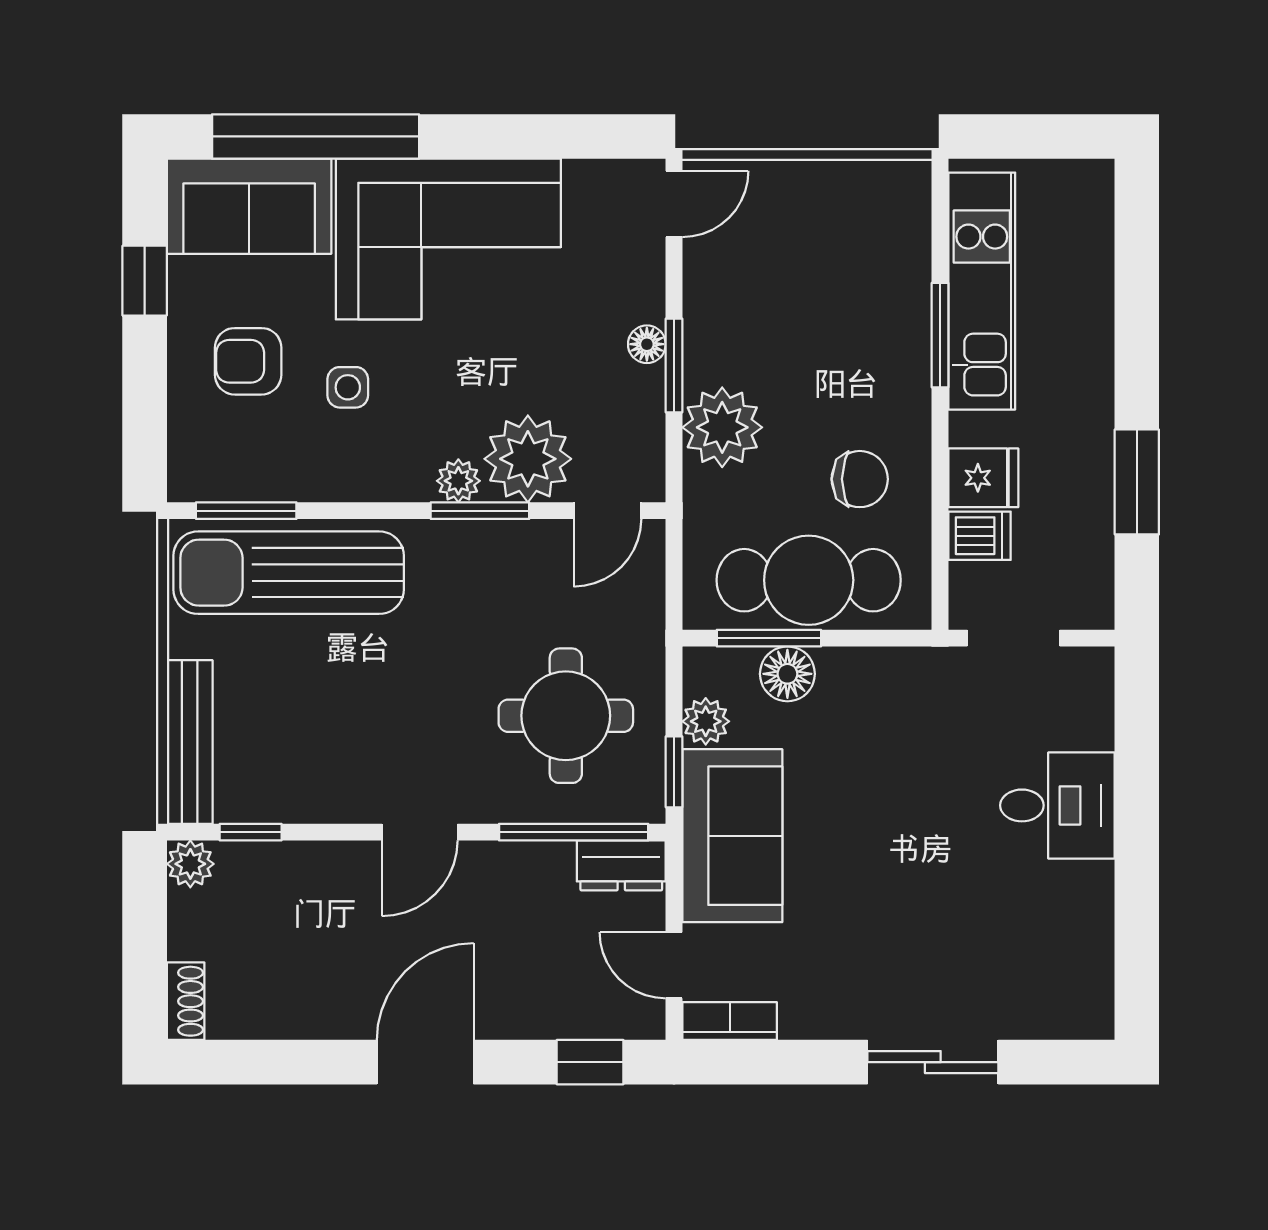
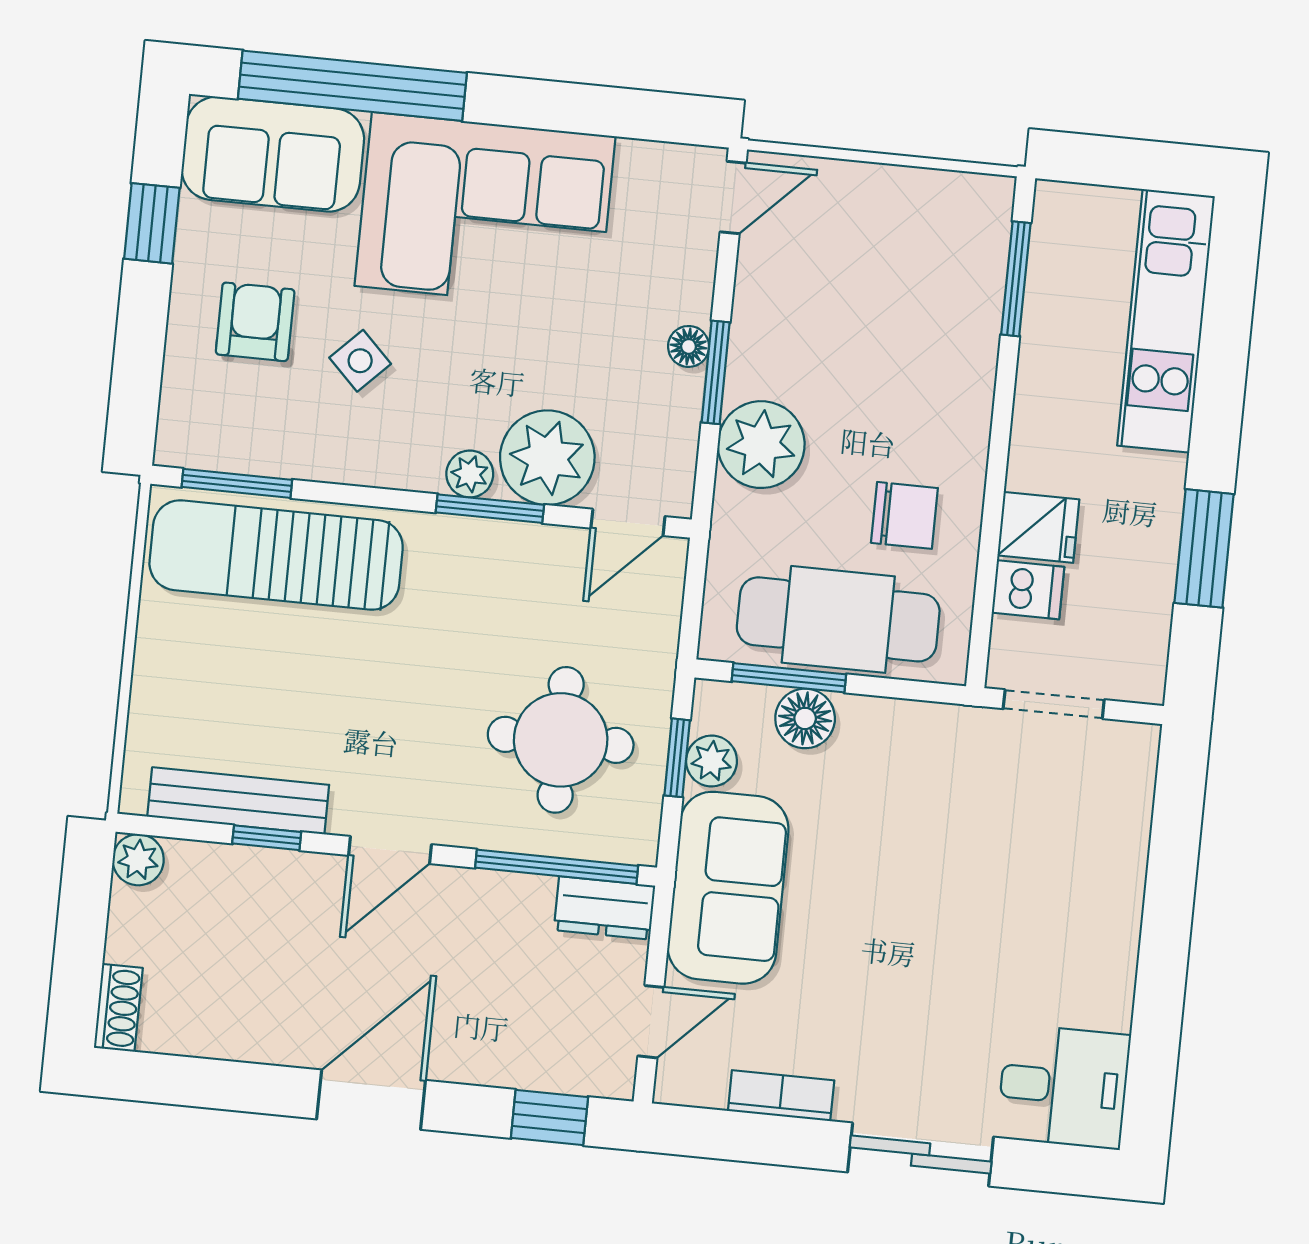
kitchen unit: (982, 291) -> (1166, 321), moved, turned 180
window: (940, 335) -> (1016, 279), moved
armchair: (248, 361) -> (255, 322), turned 90
side table: (348, 387) -> (360, 361), turned 45
bench: (190, 742) -> (238, 801), moved, turned 90
window: (674, 772) -> (677, 758), moved
desk: (1057, 805) -> (1064, 1087), moved
window: (251, 832) -> (267, 838), moved
door: (674, 965) -> (651, 1022), swing flipped
bookcase: (730, 1021) -> (781, 1096), moved

